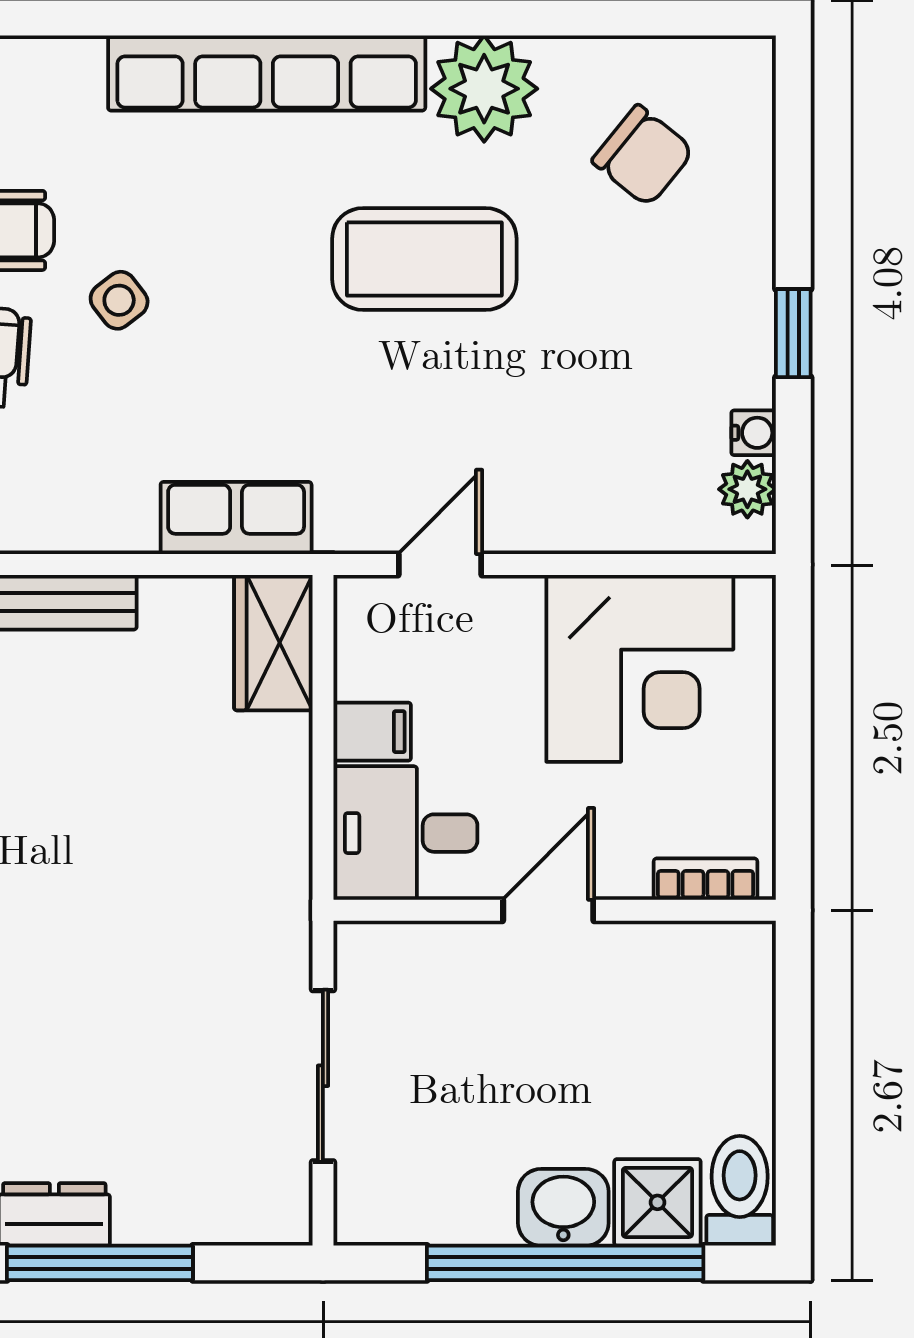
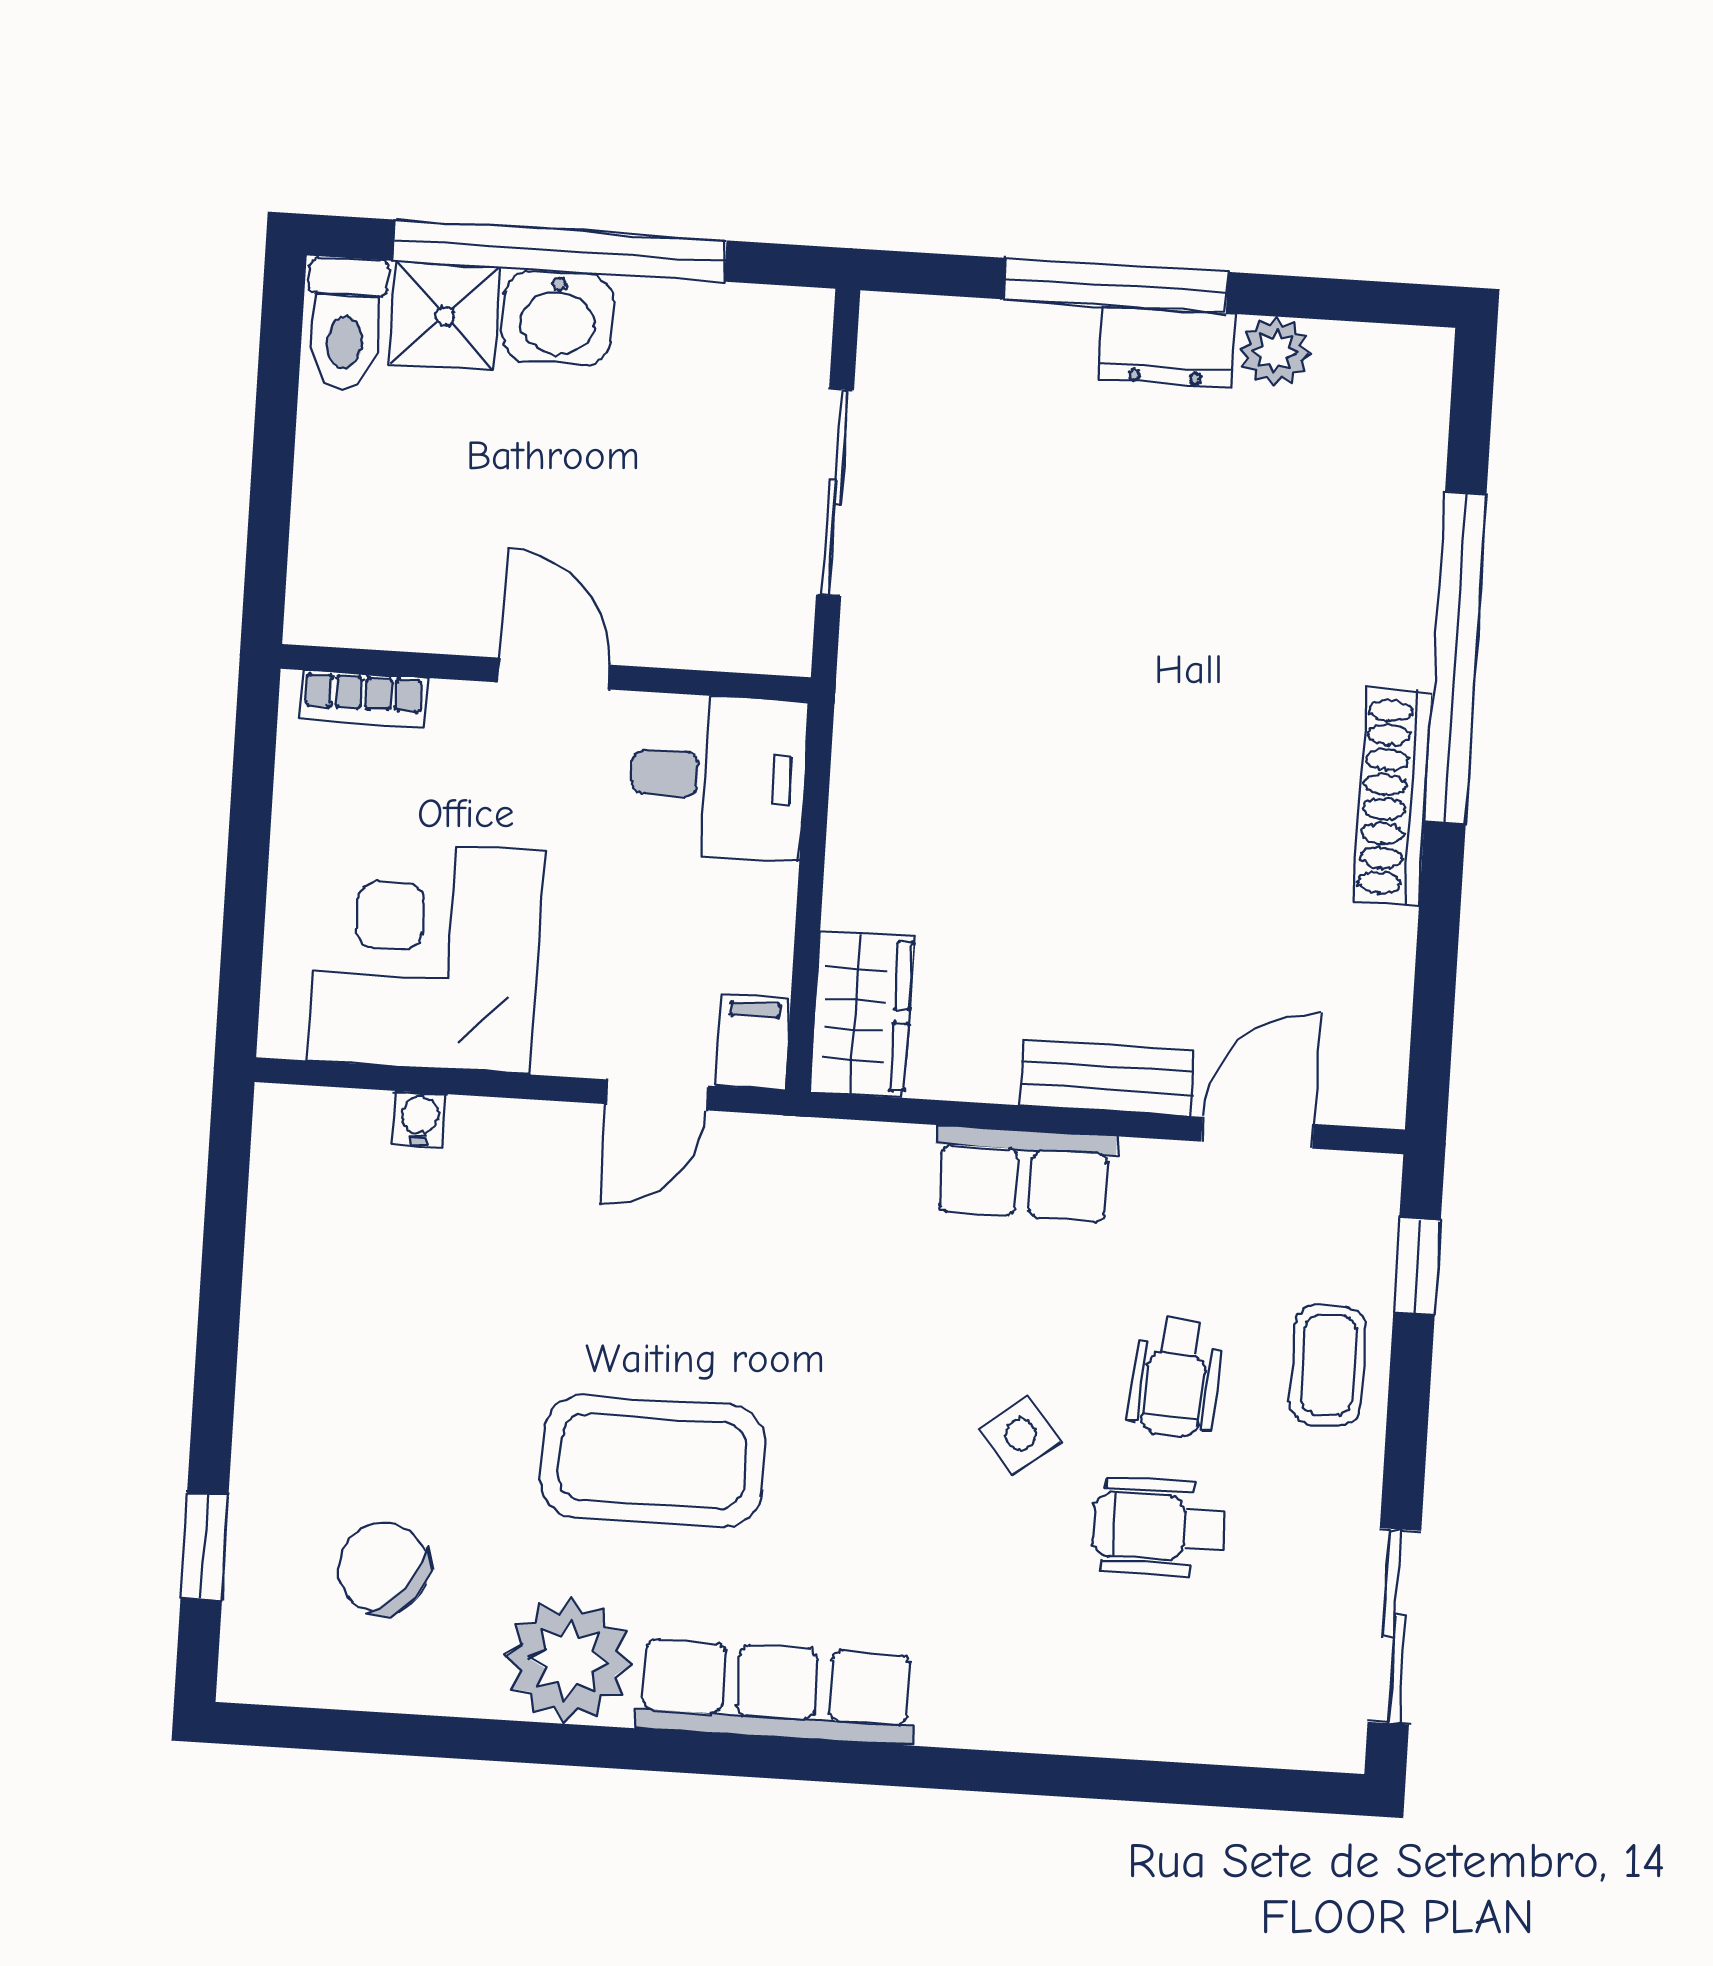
row of seats: (267, 73) -> (776, 1692), width x0.73
window: (793, 333) -> (205, 1547), moved
water cooler: (754, 433) -> (420, 1119), moved, turned 90
plant: (747, 489) -> (284, 1162), removed
row of seats: (236, 518) -> (1024, 1174), moved
filing cabinet: (372, 732) -> (753, 1042), moved, turned 90
door: (548, 910) -> (553, 673), swing flipped

